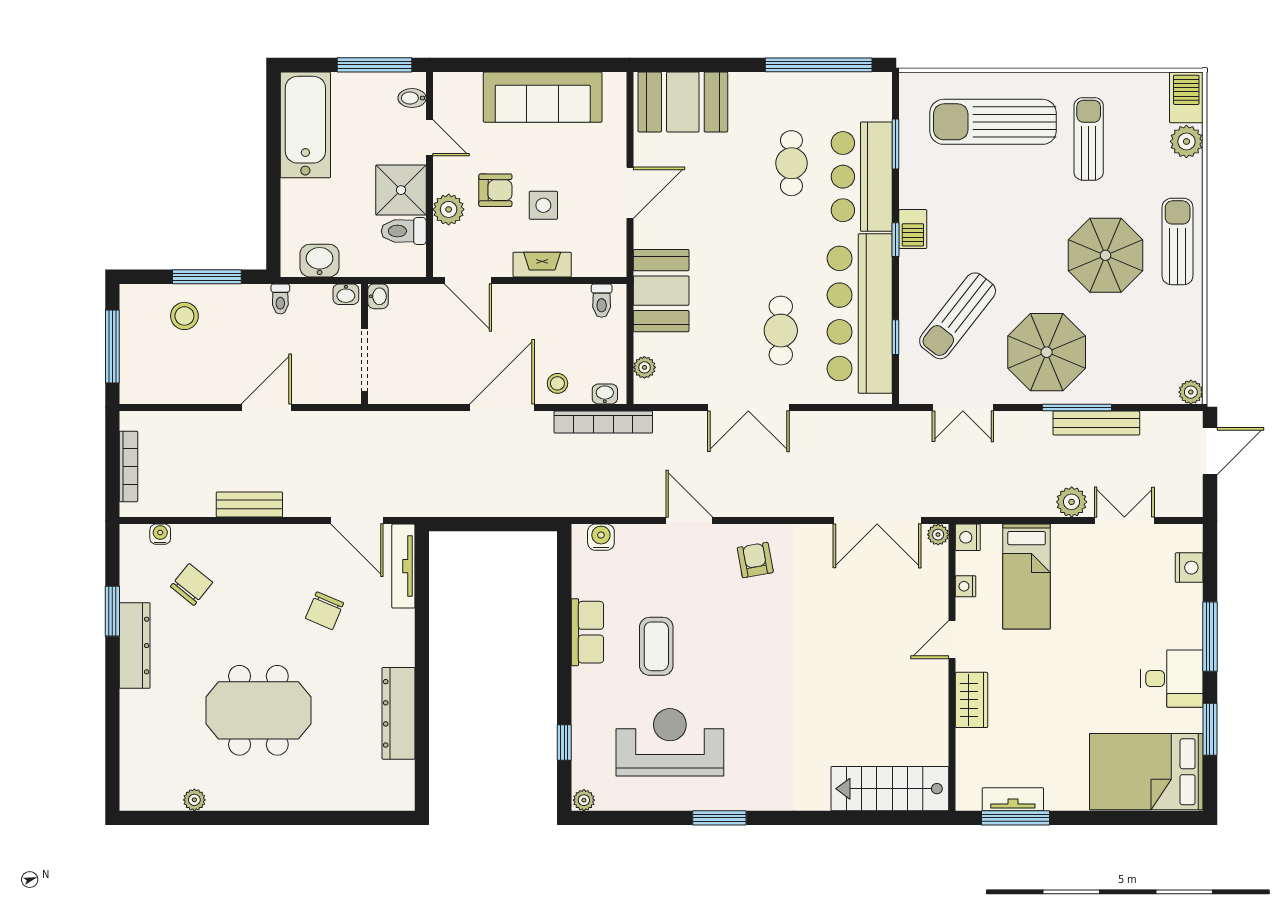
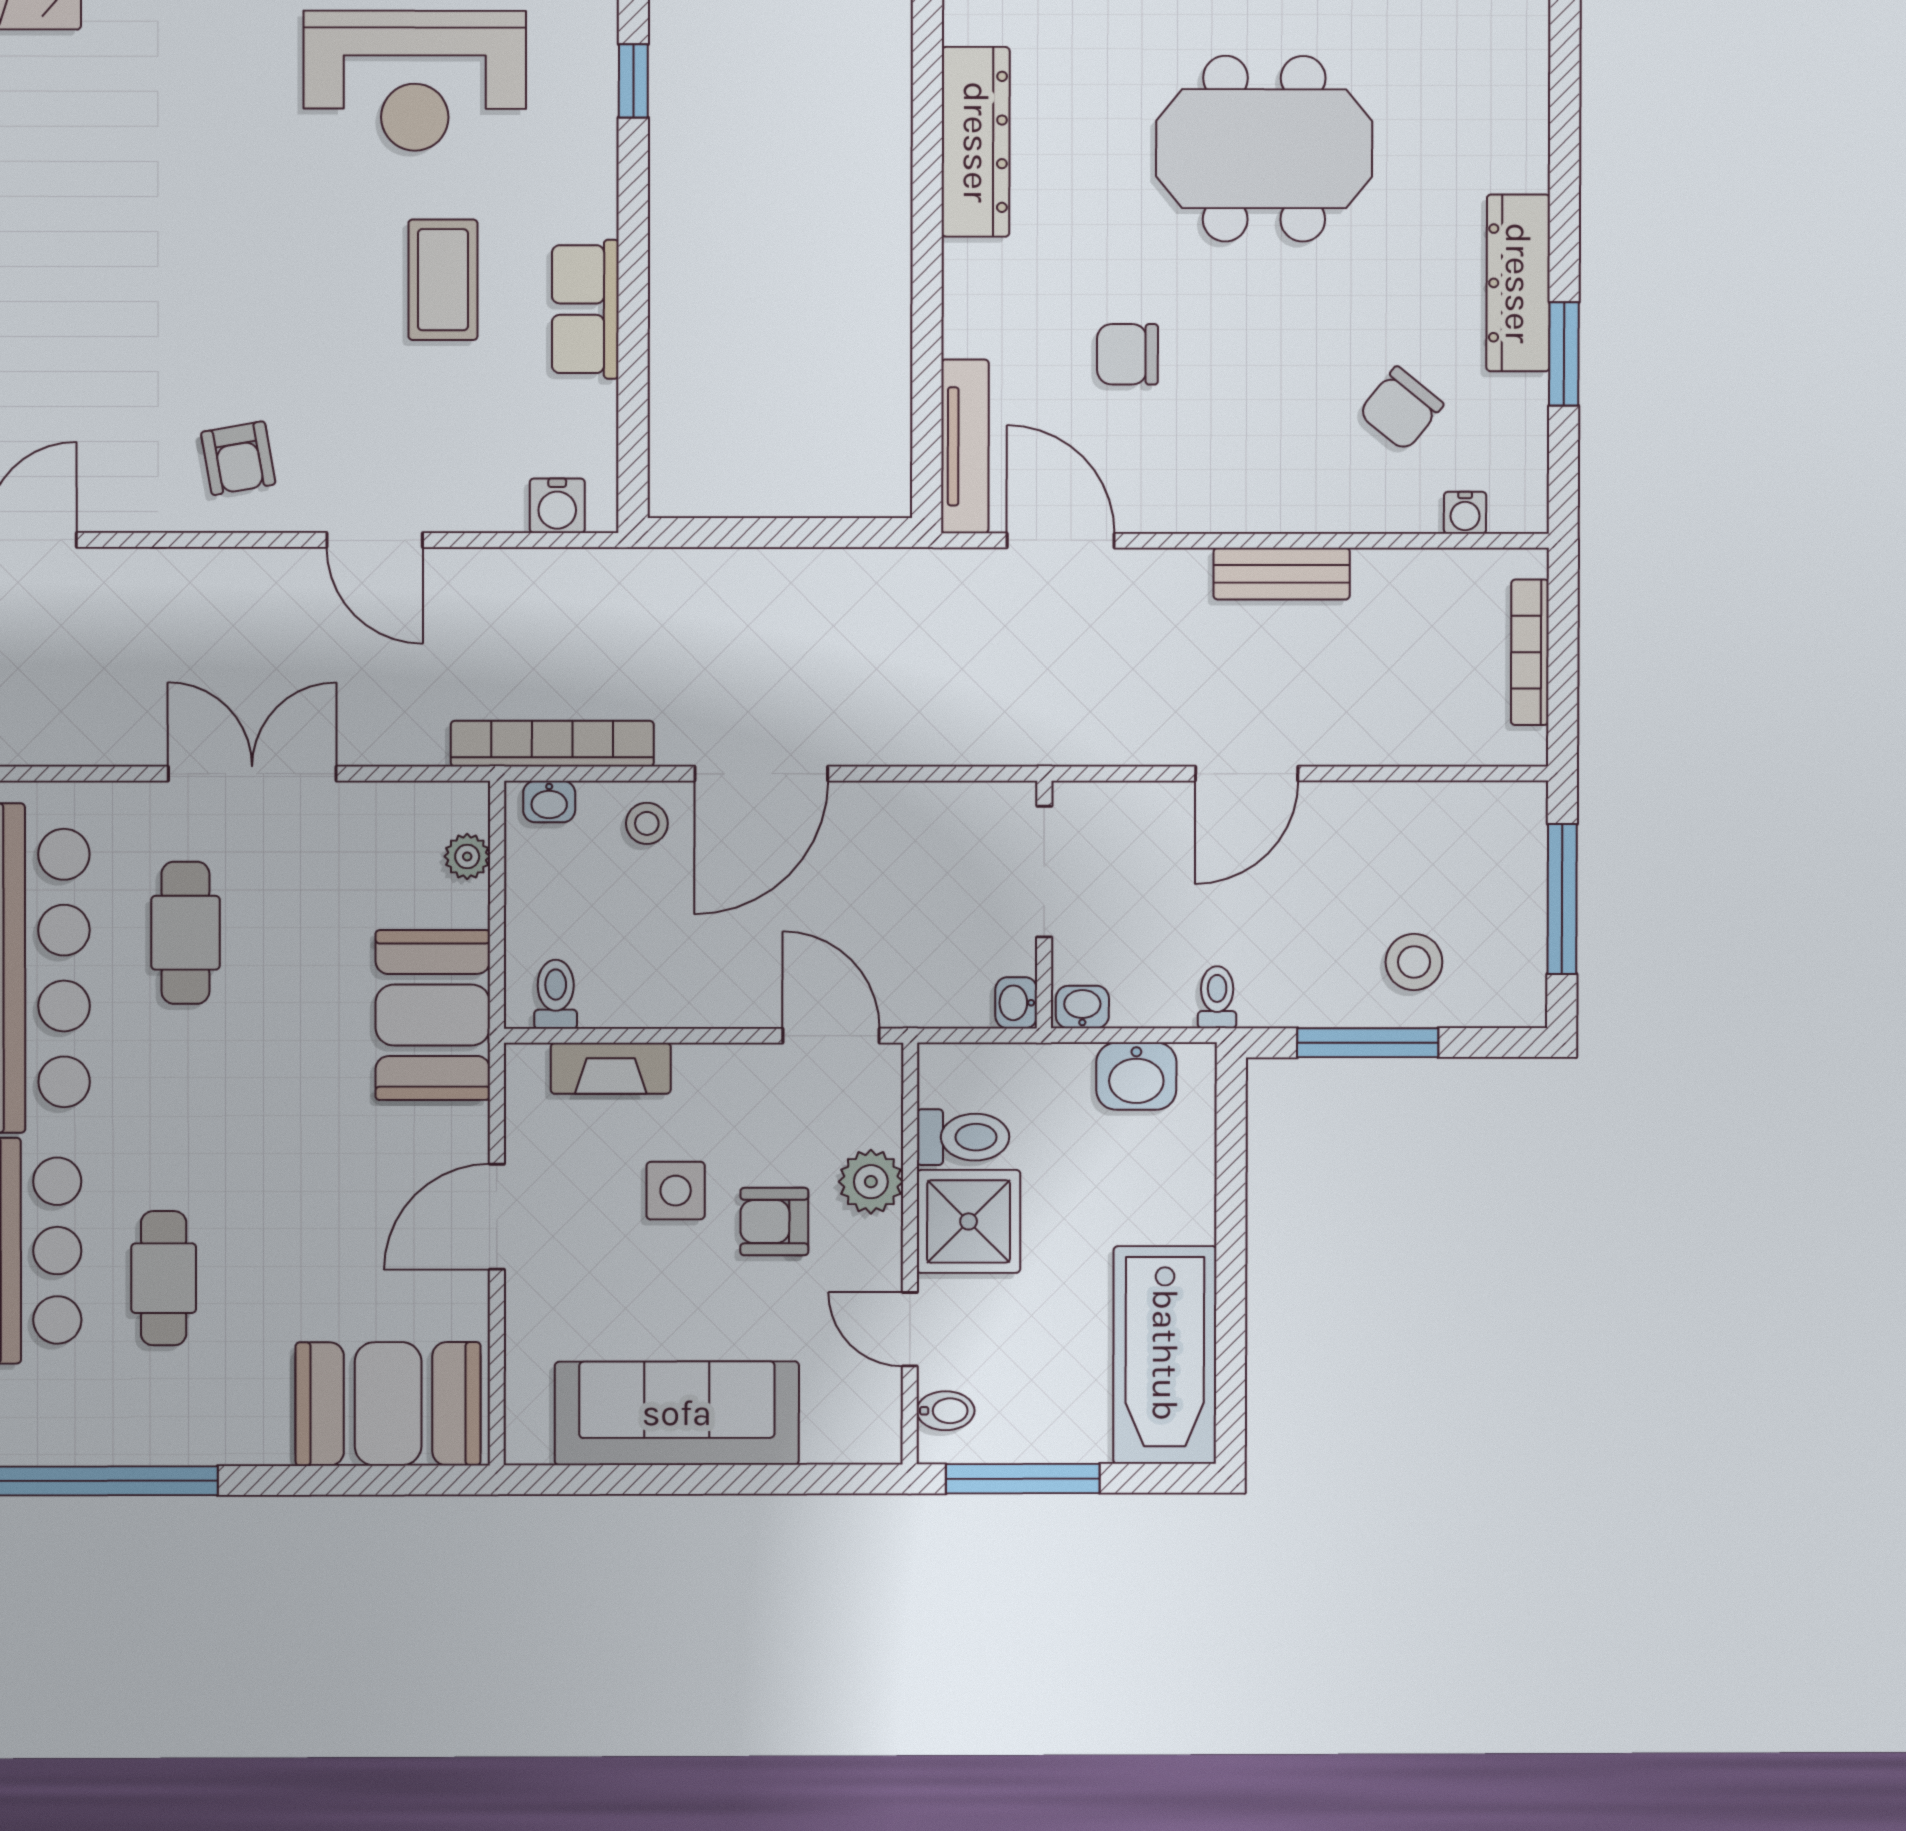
fireplace: (542, 265) -> (611, 1068), moved
chair: (325, 611) -> (1127, 354), turned -113

